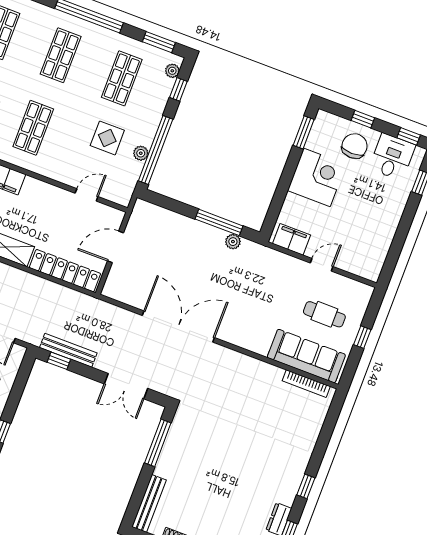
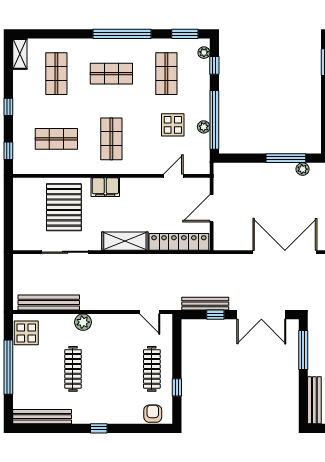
shop shelf: (61, 55) -> (111, 74), turned 90
window: (59, 361) -> (215, 315), moved
double door: (126, 386) -> (261, 315), width x1.37

